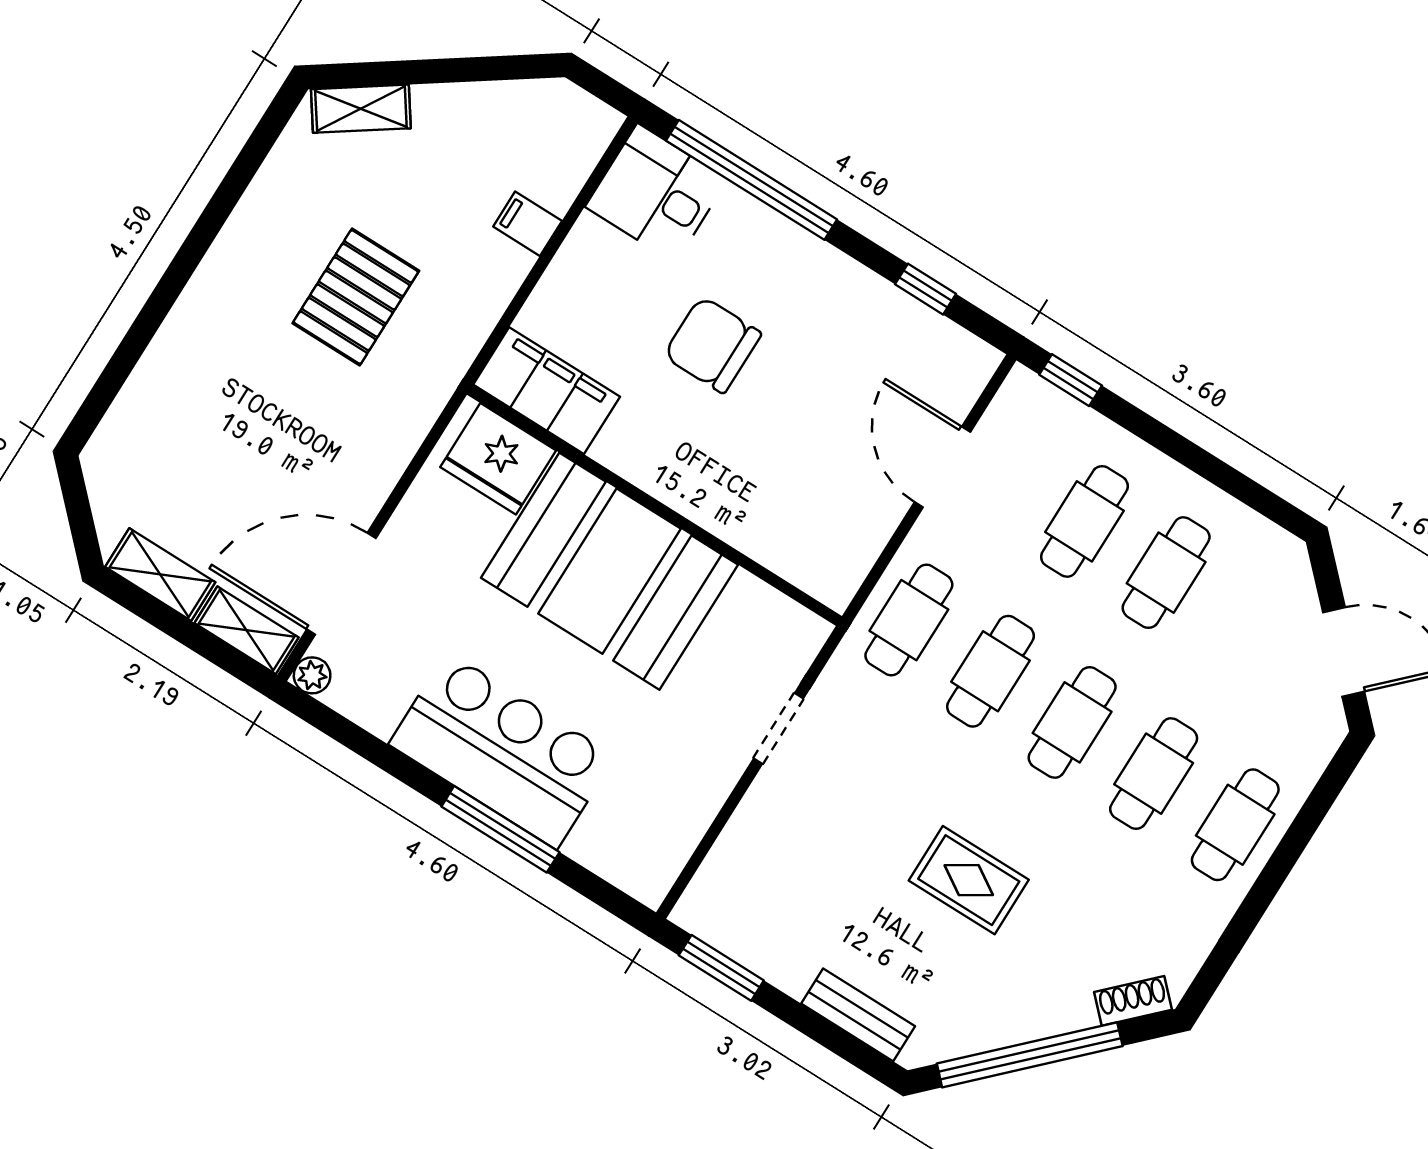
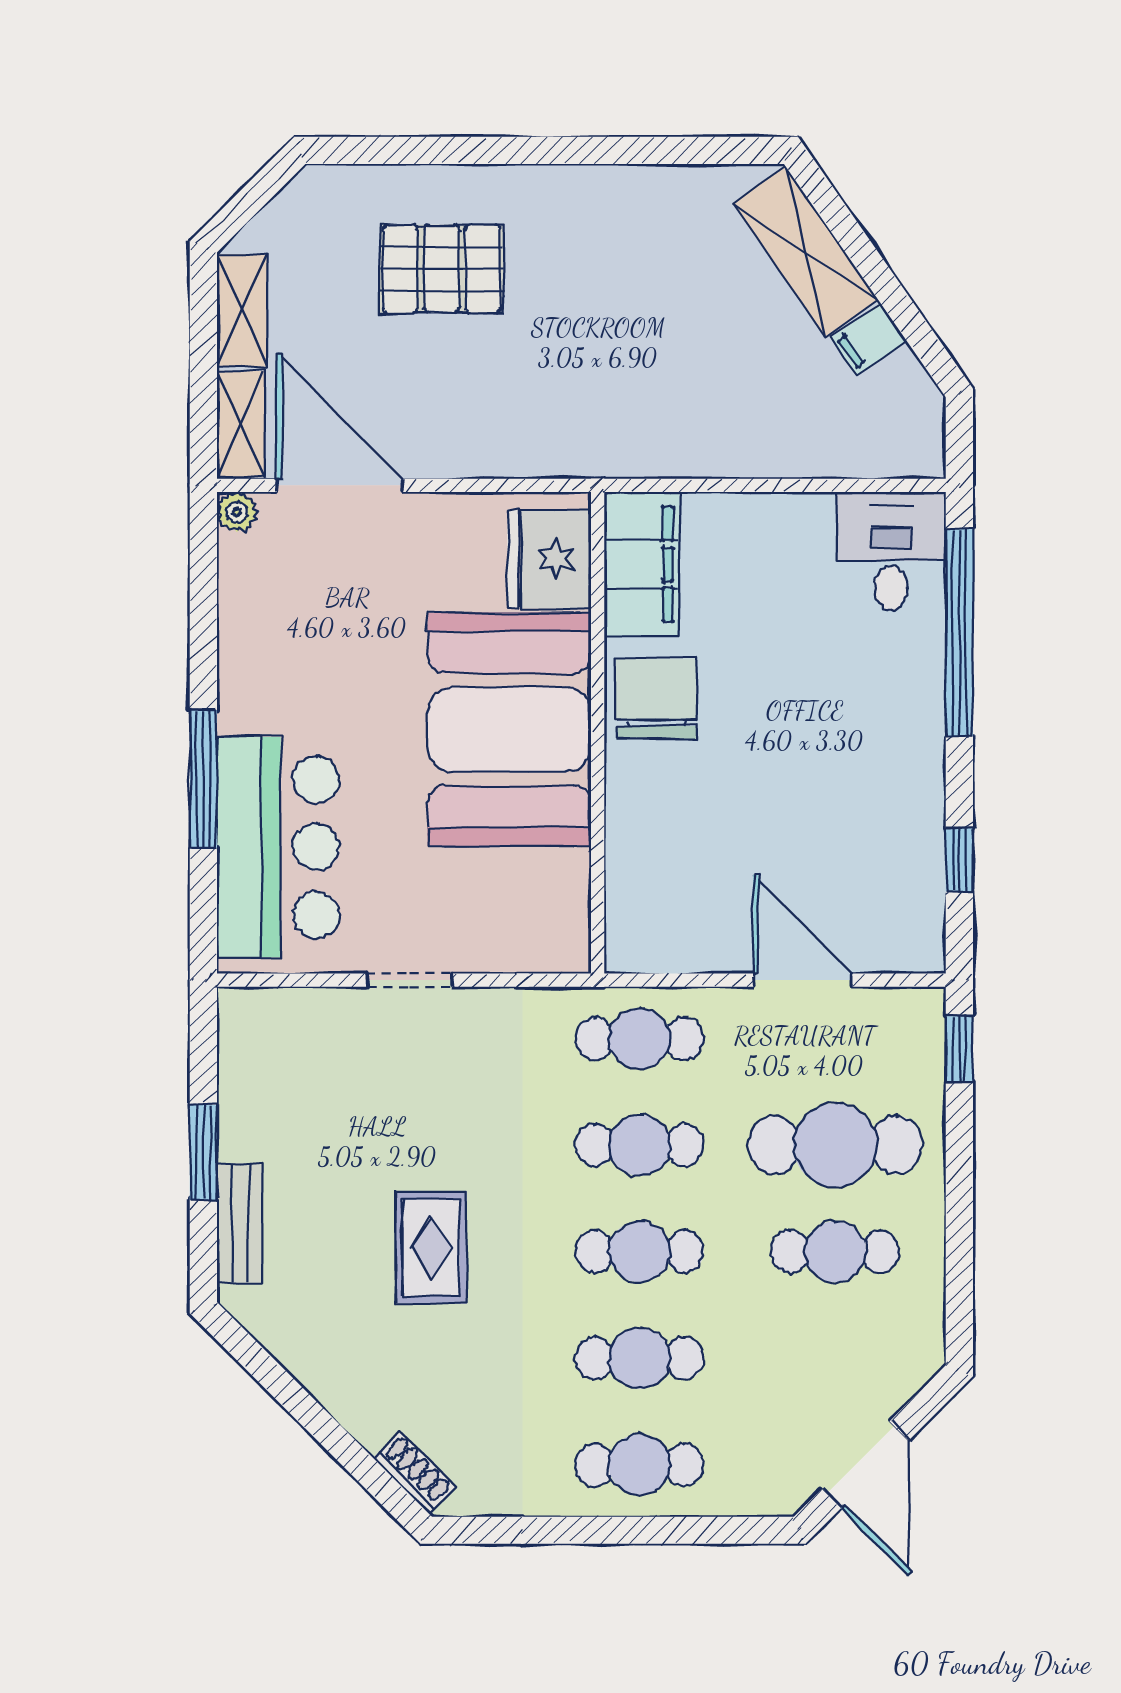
shelving: (361, 109) -> (805, 251), width x1.50, depth x1.33
filing cabinet: (528, 224) -> (869, 339), moved, turned -125
pallet: (356, 297) -> (442, 269), moved
chair: (712, 345) -> (656, 699), moved
door: (942, 467) -> (803, 980), hinge flipped
cafe table: (1084, 521) -> (835, 1145), width x1.37, depth x1.35
doorway: (778, 728) -> (409, 980), moved
bar counter: (502, 750) -> (278, 847), moved
window: (721, 968) -> (203, 1152), moved
window: (1030, 1055) -> (303, 1407), removed

